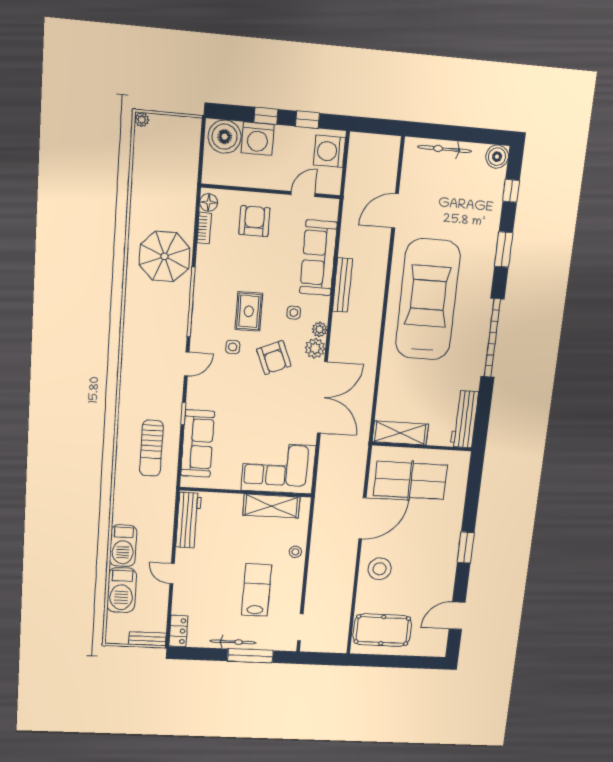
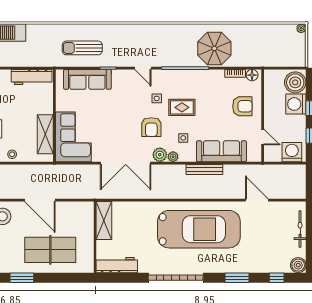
armchair: (274, 358) -> (151, 127), turned -67
table tennis table: (411, 480) -> (50, 250), moved, turned 90

